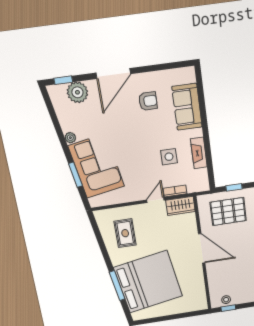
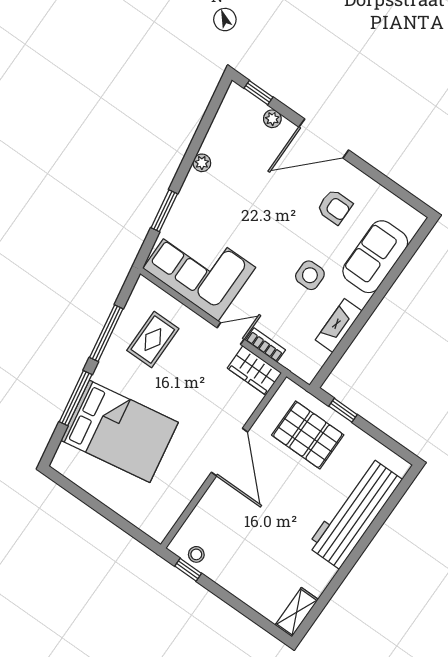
plant: (77, 92) -> (272, 119), width x0.53, depth x0.53
side table: (169, 157) -> (310, 275), moved
corner sofa: (96, 166) -> (199, 268), moved, turned -80
window: (103, 249) -> (106, 333), added
bed: (148, 282) -> (120, 431), width x0.73

